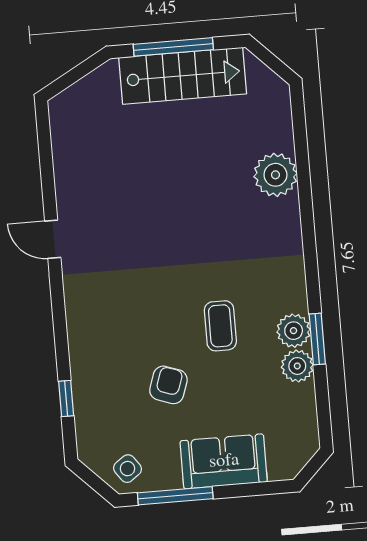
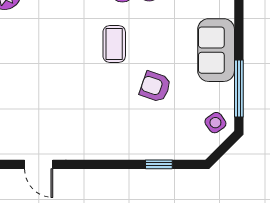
door: (53, 239) -> (39, 164), hinge flipped
coffee table: (220, 326) -> (114, 44), turned 90

